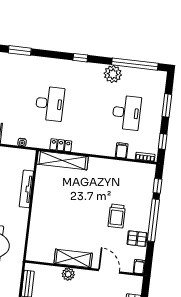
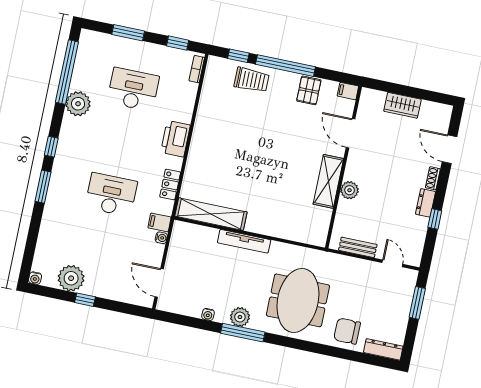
window: (20, 51) -> (43, 187), moved
printer: (94, 146) -> (175, 139), added
filing cabinet: (122, 150) -> (160, 222), moved
shelving: (63, 160) -> (211, 214), moved, turned 90
tv unit: (26, 189) -> (244, 241), moved
trolley: (117, 216) -> (252, 80), moved
door: (109, 271) -> (351, 133), hinge flipped

